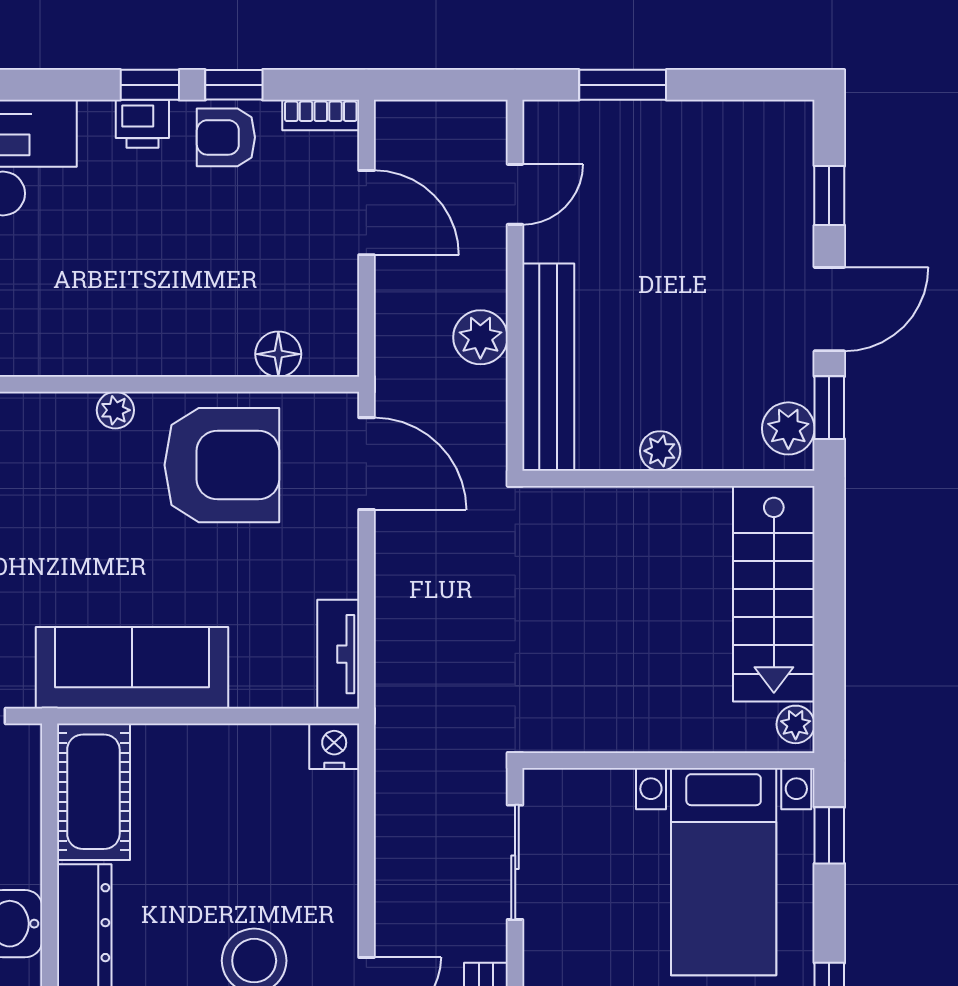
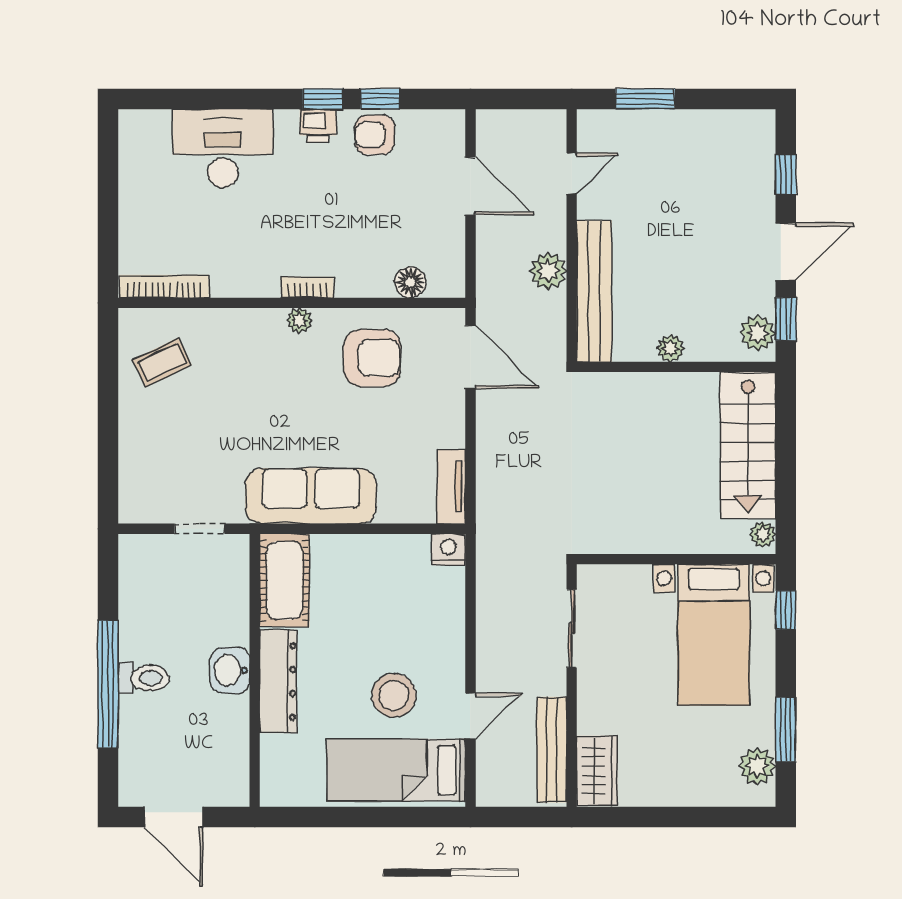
bookcase: (321, 115) -> (307, 287), moved, turned 180
armchair: (222, 465) -> (372, 358), width x0.73, depth x0.73

